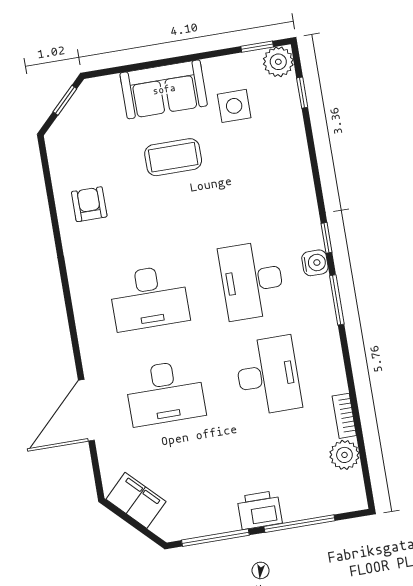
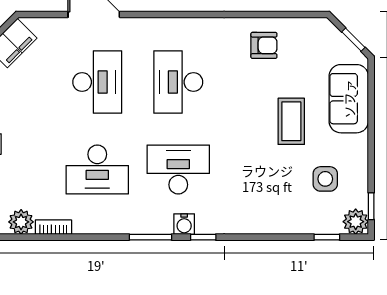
sofa: (164, 89) -> (349, 99), moved
desk: (165, 393) -> (97, 82), turned 180

